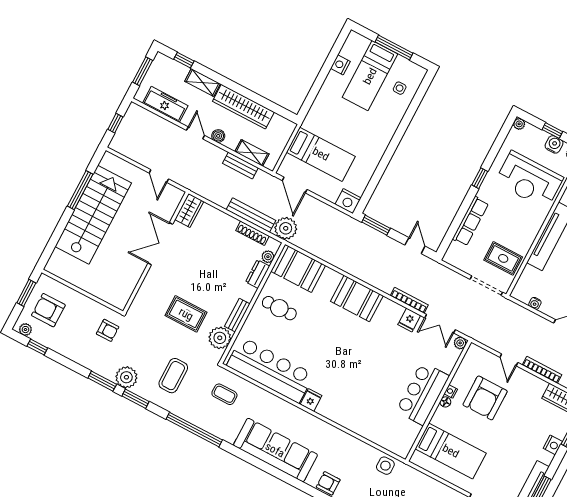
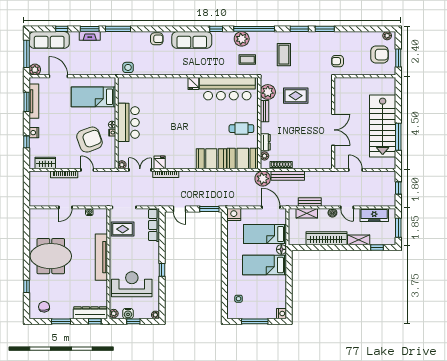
nightstand: (340, 65) -> (281, 314), moved
bed: (370, 76) -> (264, 265), moved, turned -90
floor lamp: (310, 123) -> (281, 249), added
wardrobe: (189, 211) -> (326, 159), removed
row of seats: (471, 221) -> (154, 225), moved
booth: (357, 299) -> (211, 159), moved
window: (37, 347) -> (216, 29), moved
plant: (126, 377) -> (242, 39), moved
armchair: (485, 398) -> (89, 140), turned 70
sofa: (275, 450) -> (192, 40), width x0.74, depth x0.79

